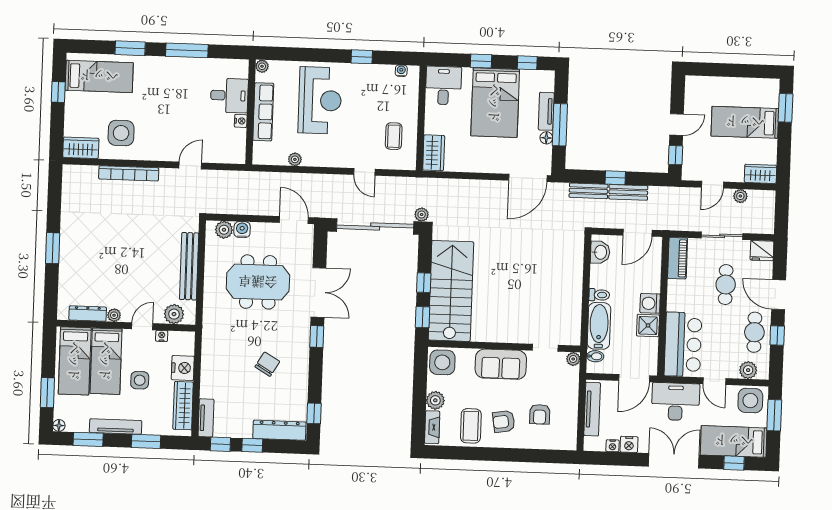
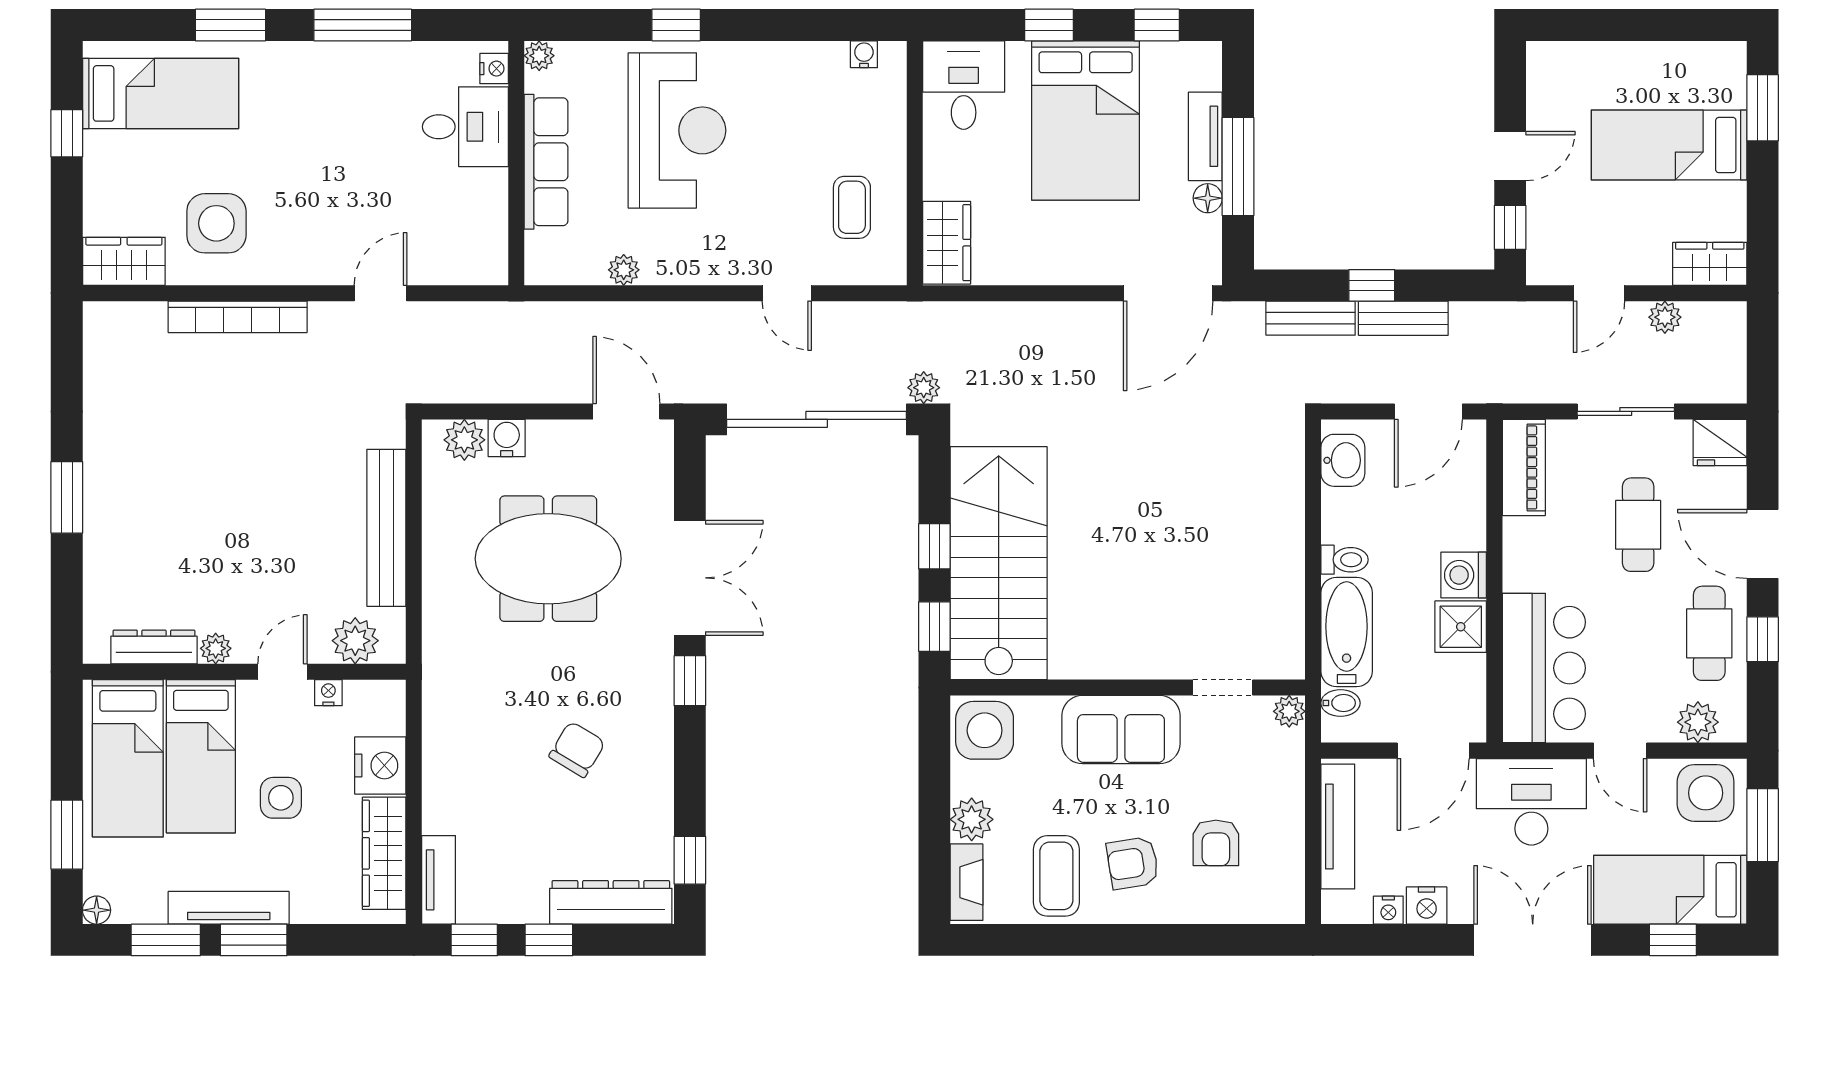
window: (362, 57) -> (676, 25), moved
nightstand: (241, 121) -> (494, 69), moved
window: (146, 441) -> (254, 940), moved

